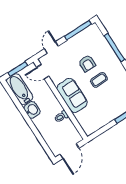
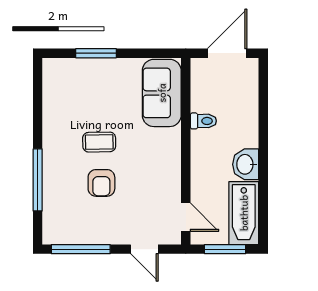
door: (51, 47) -> (144, 249), hinge flipped
armchair: (87, 63) -> (101, 183), turned 180
sofa: (72, 95) -> (162, 93), moved

